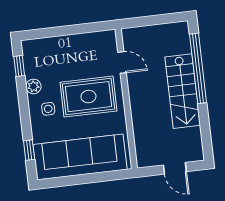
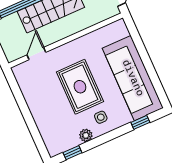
door: (122, 62) -> (36, 54), moved
wall: (126, 99) -> (66, 41), moved

